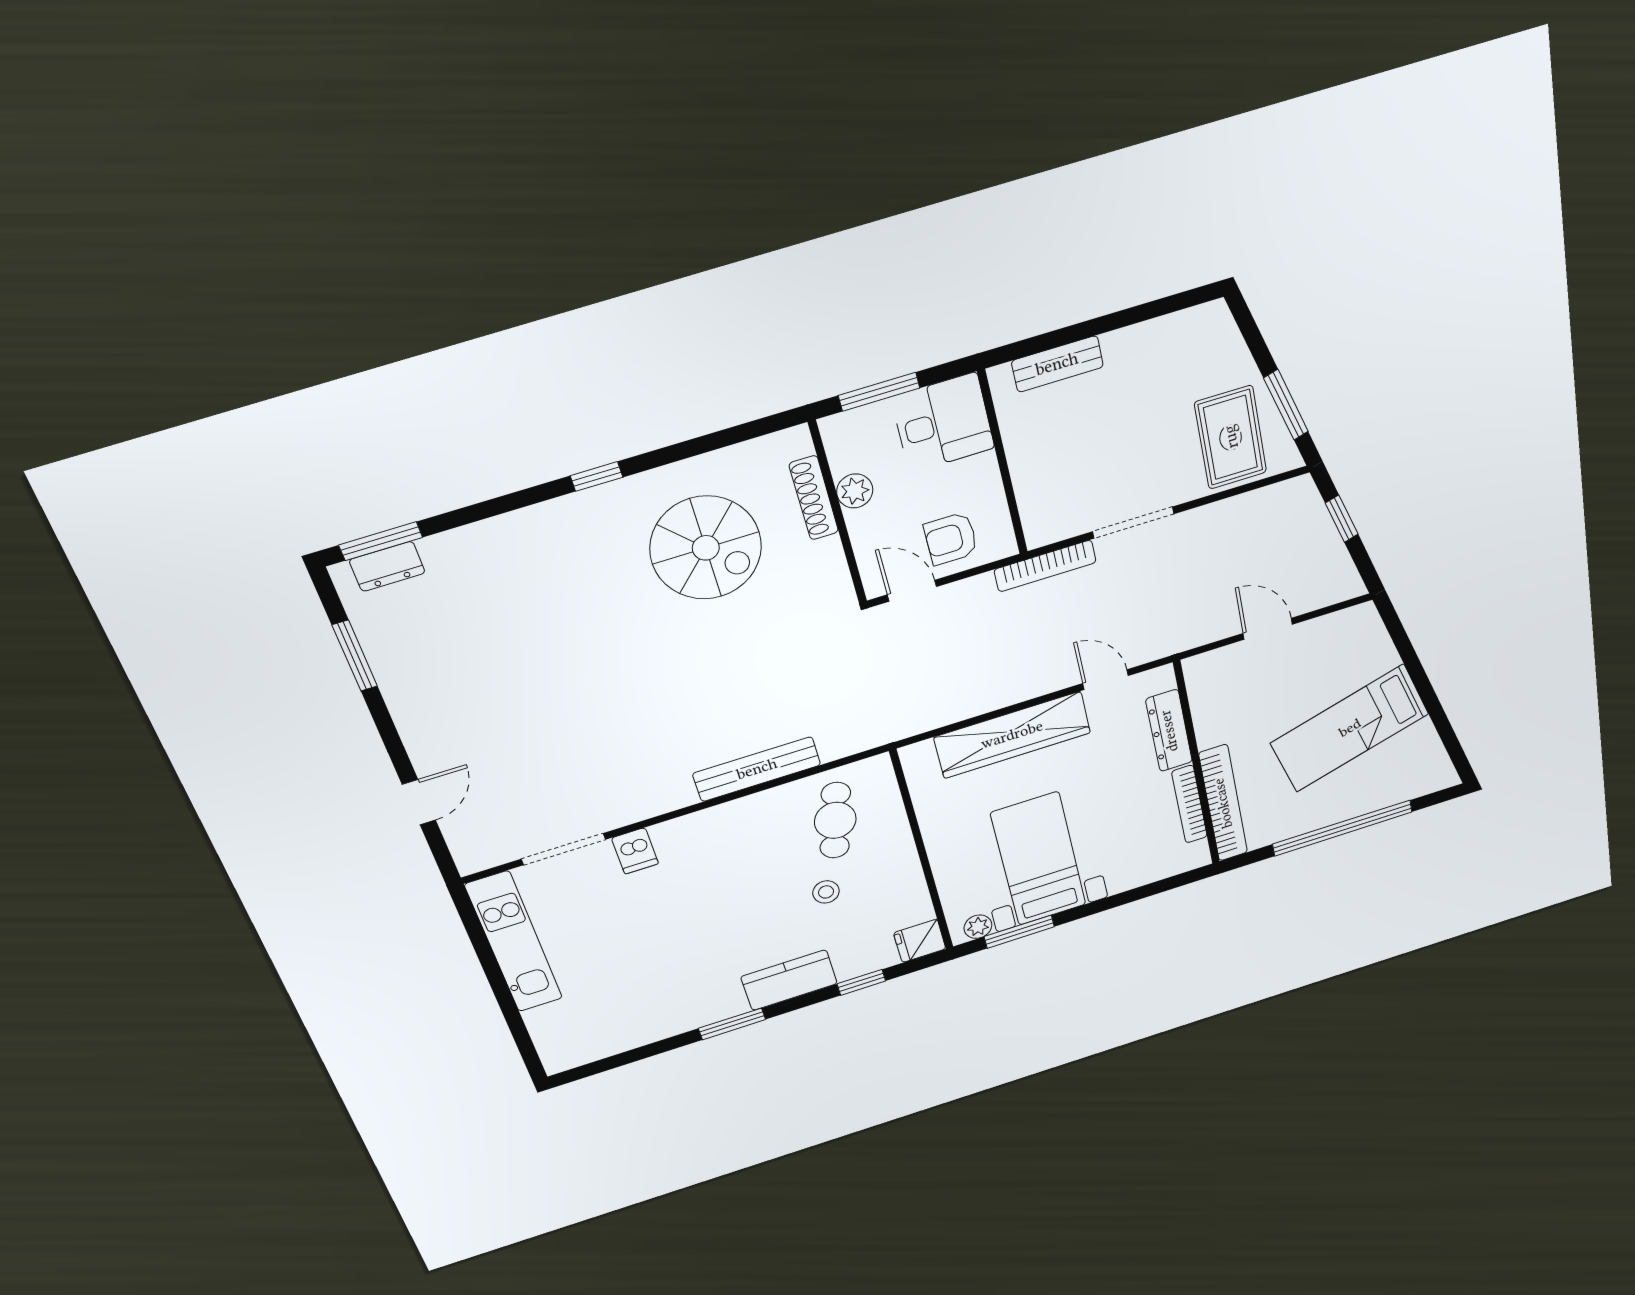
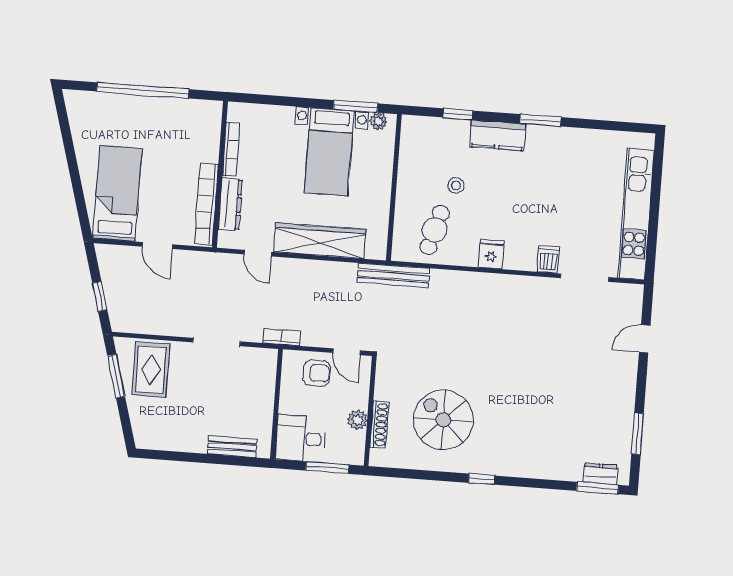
bookcase: (1045, 566) -> (282, 337), width x0.64
bed: (1350, 728) -> (117, 194), moved, turned -74
bench: (757, 769) -> (393, 276), moved
bookcase: (1223, 803) -> (206, 204), moved
fridge: (920, 941) -> (491, 254), moved, turned -90
kitchen unit: (514, 942) -> (636, 214), width x1.36

